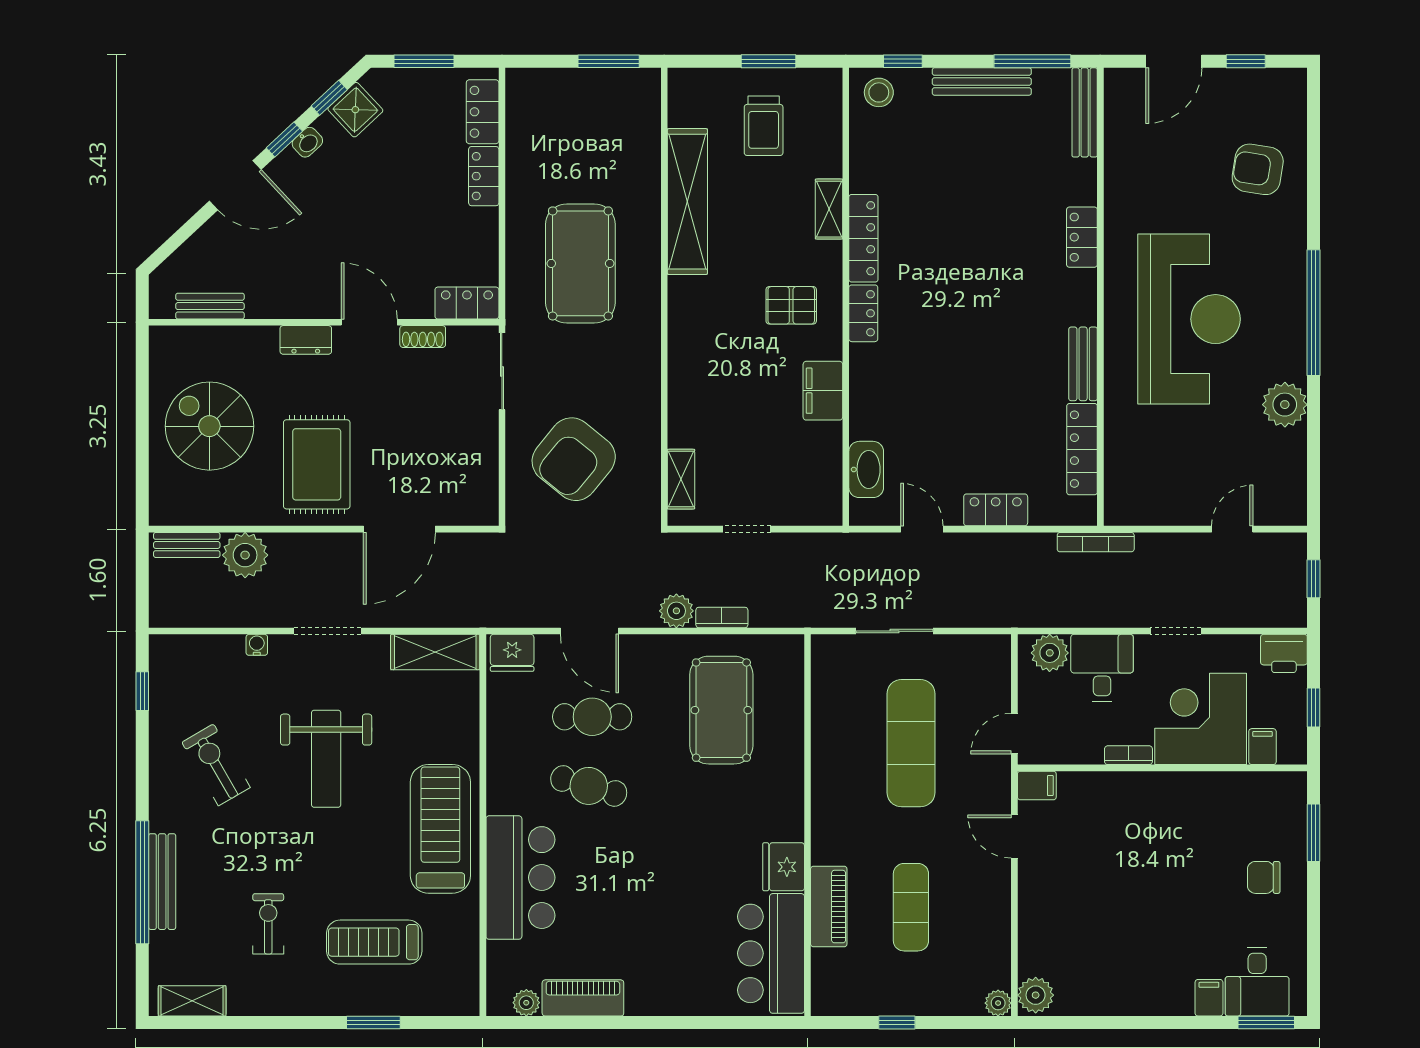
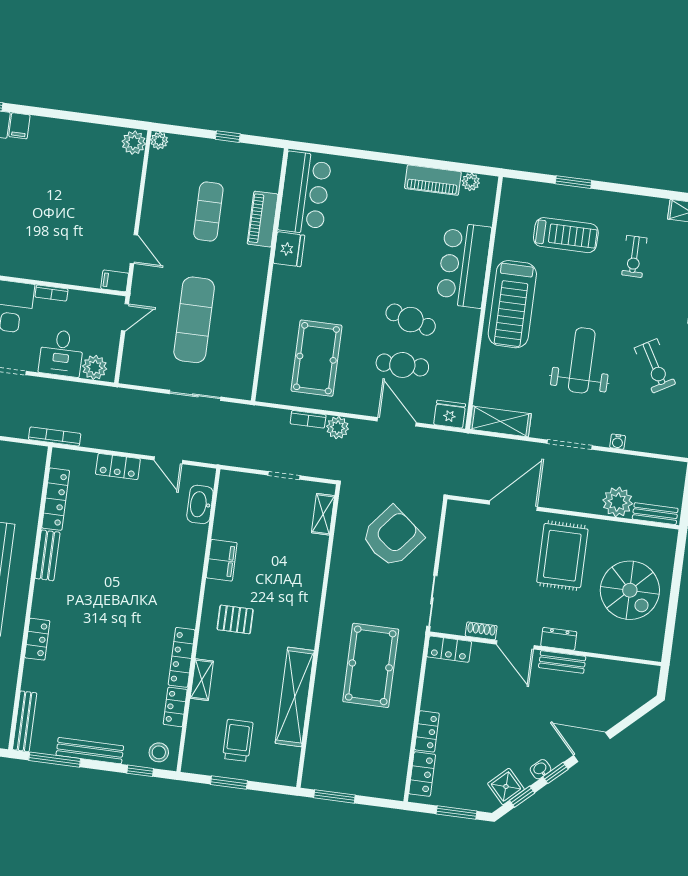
bench: (210, 306) -> (562, 662), moved
locker: (863, 313) -> (175, 707), moved

